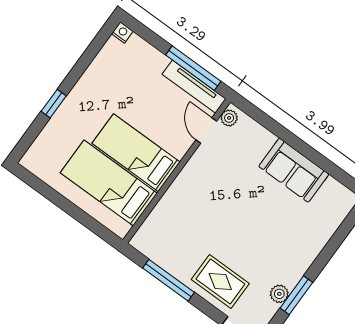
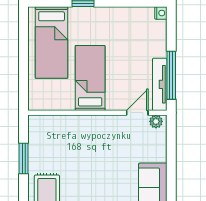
bed: (109, 183) -> (52, 43), moved, turned 180
window: (169, 280) -> (24, 159), width x0.69

